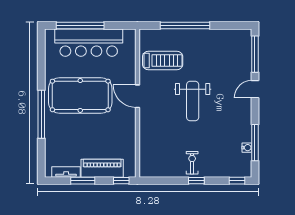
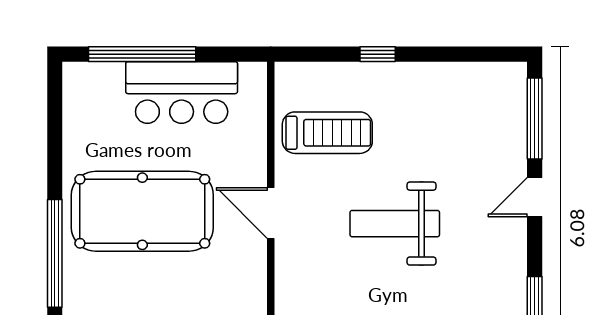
window: (185, 25) -> (378, 54), width x0.32
bar counter: (89, 43) -> (182, 93), width x0.73
weight bench: (193, 101) -> (395, 224), turned 90

